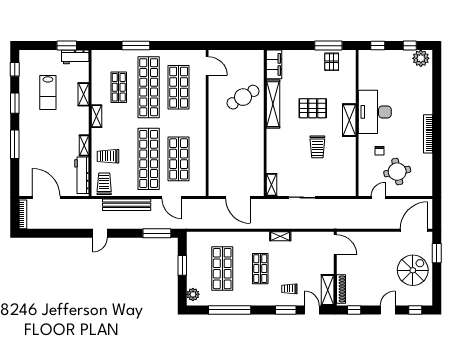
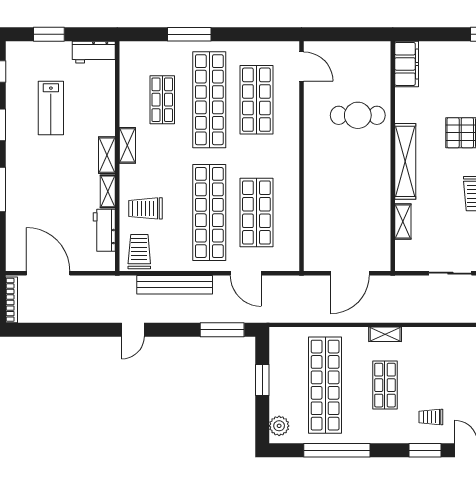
window: (67, 46) -> (49, 34), moved
shelving: (84, 94) -> (107, 155), moved
cafe table: (243, 97) -> (358, 115), turned 31
shelving: (273, 104) -> (405, 161), moved
workbench: (82, 175) -> (104, 230), width x0.73
shelving: (272, 185) -> (403, 221), moved
door: (238, 197) -> (350, 273), hinge flipped
shelving: (280, 236) -> (385, 334), moved
shop shelf: (222, 269) -> (325, 385), width x1.40

